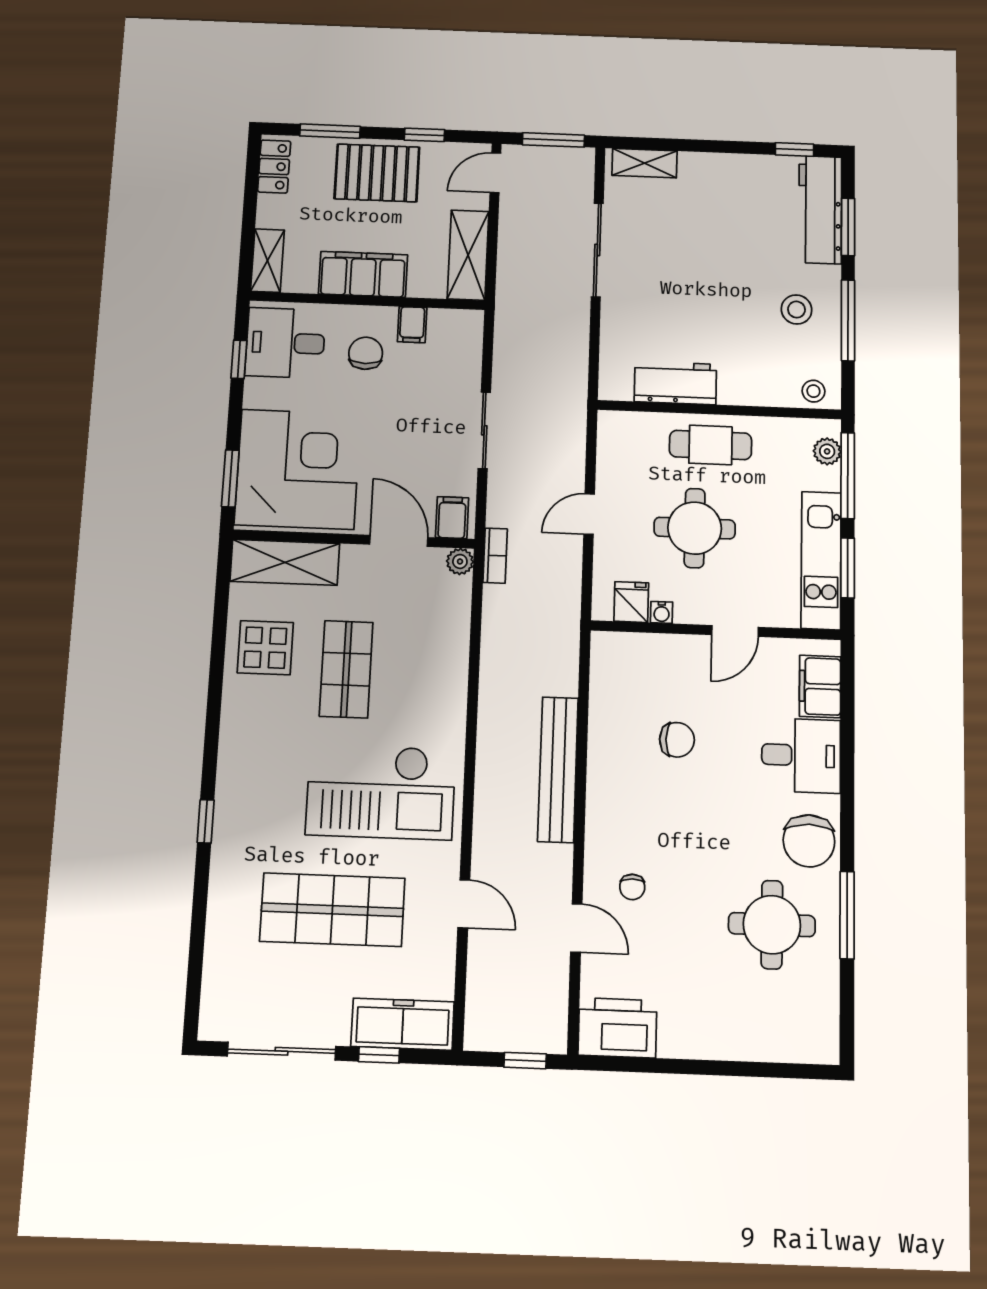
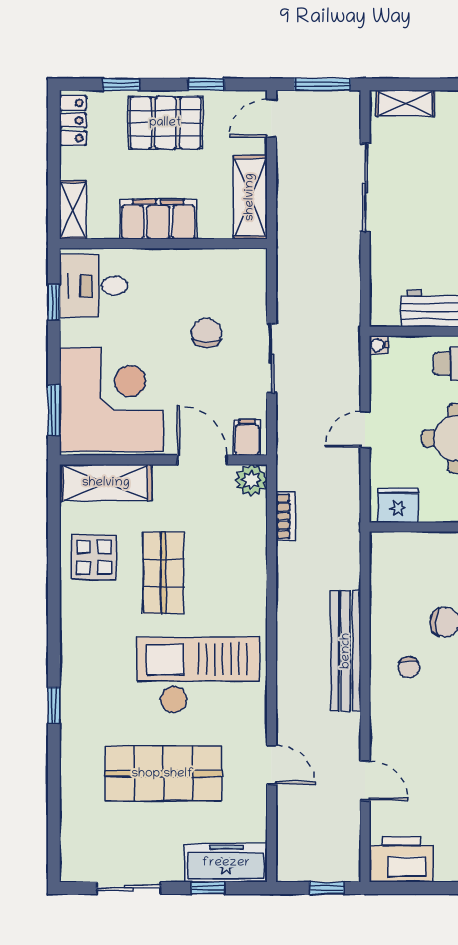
window: (330, 131) -> (121, 84), width x0.67
filing cabinet: (412, 325) -> (204, 264), removed
chair: (366, 353) -> (207, 333), moved
bookcase: (495, 556) -> (286, 516), moved
plant: (460, 561) -> (251, 480), width x1.38, depth x1.38
fridge: (631, 602) -> (398, 505), width x1.38
water cooler: (662, 612) -> (379, 345), moved, turned 90
checkout: (381, 792) -> (198, 675), turned 180
chair: (632, 887) -> (409, 667), moved
sliding door: (281, 1051) -> (129, 888), width x0.73

